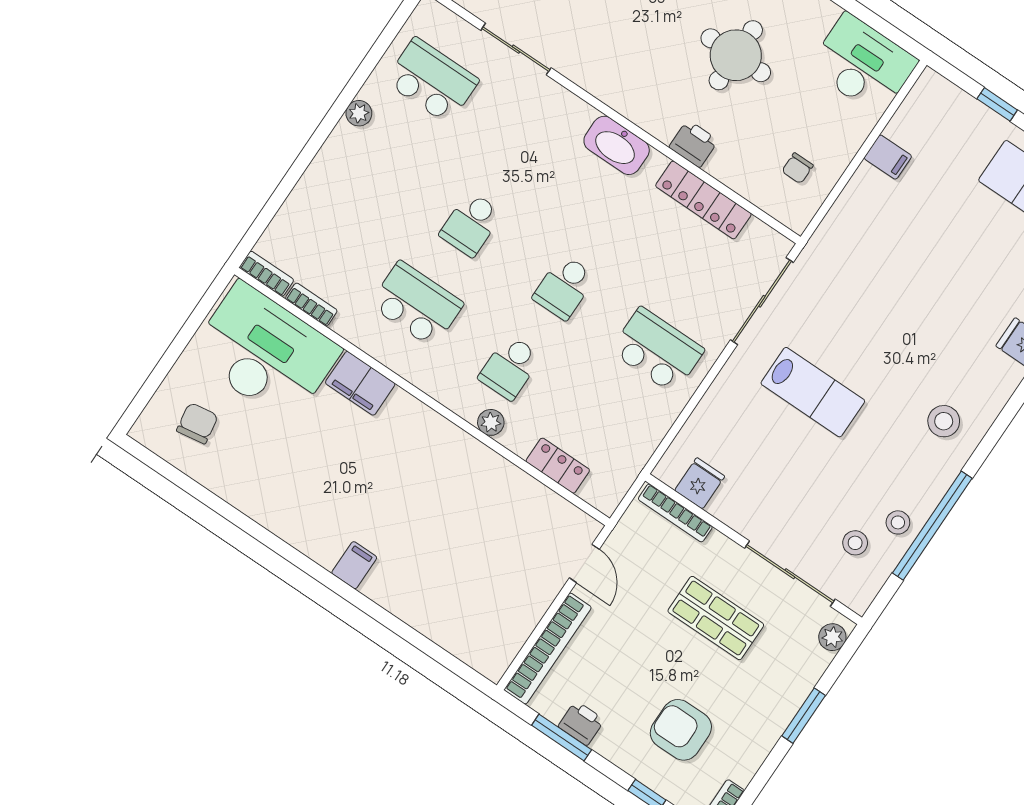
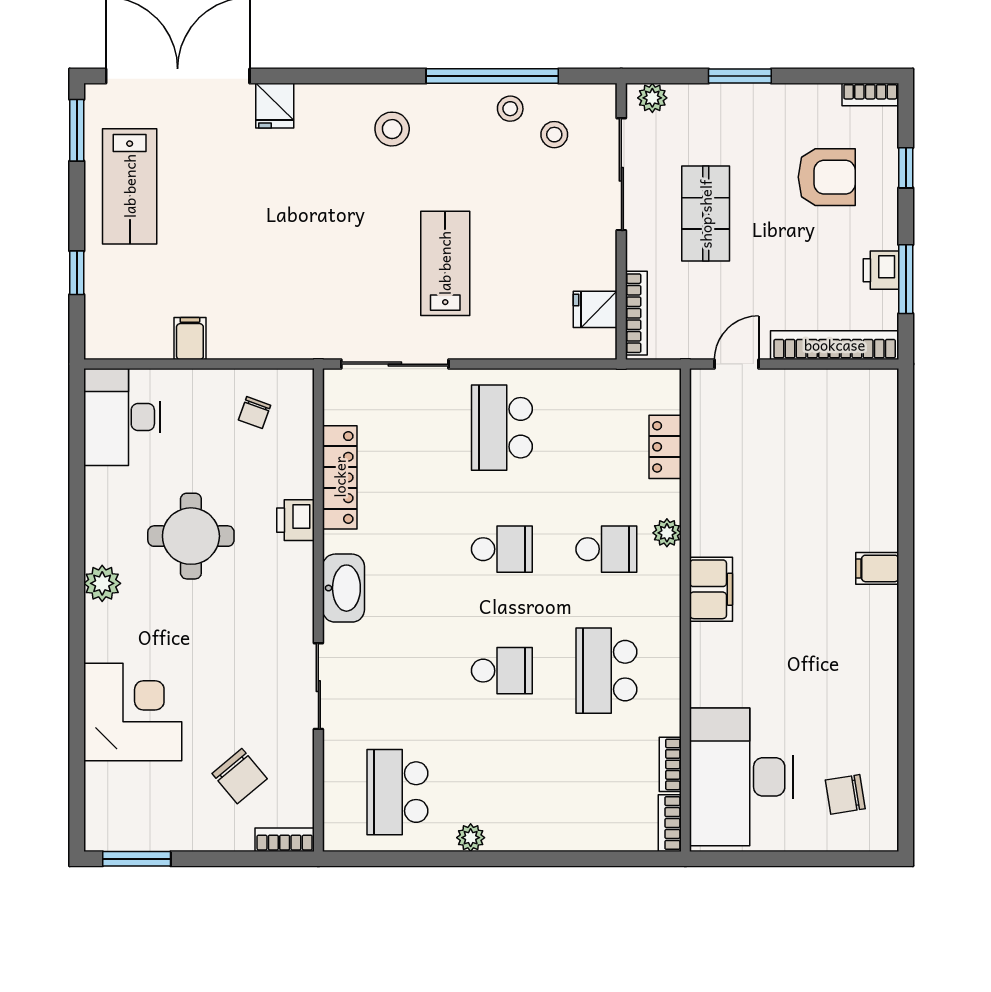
sliding door: (516, 49) -> (318, 686), moved
chair: (798, 168) -> (255, 413), turned 110
filing cabinet: (360, 383) -> (711, 589), moved
armchair: (681, 730) -> (827, 177), turned -90

